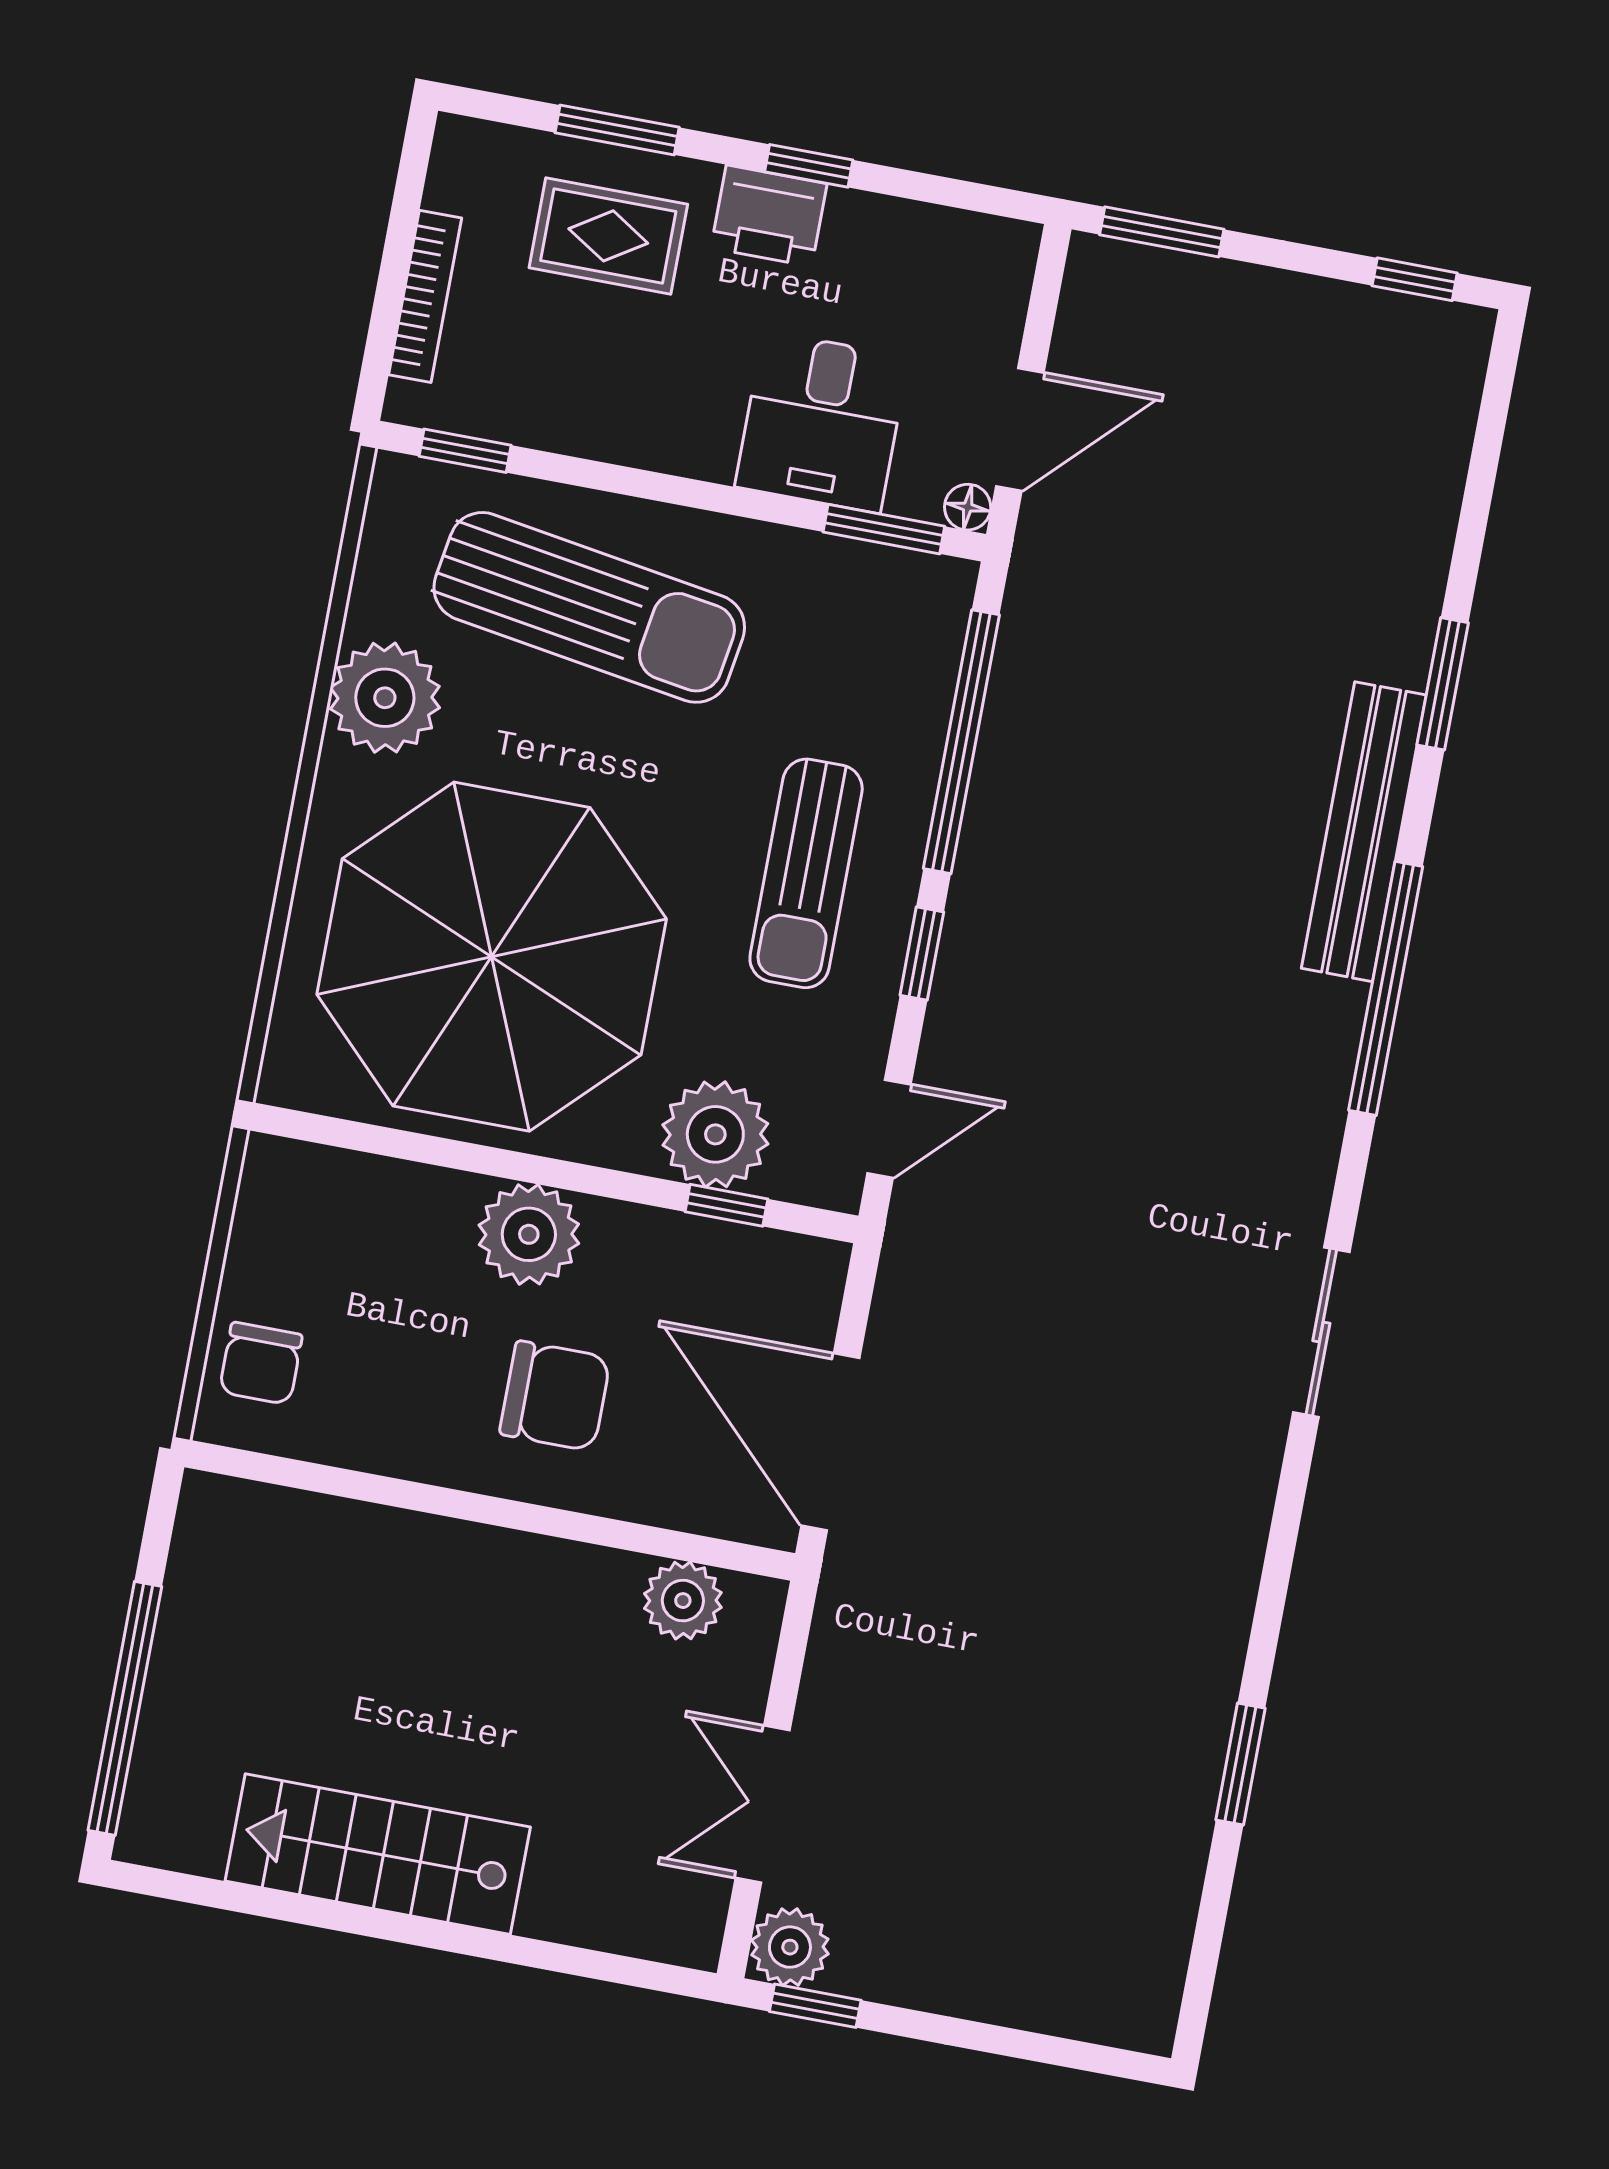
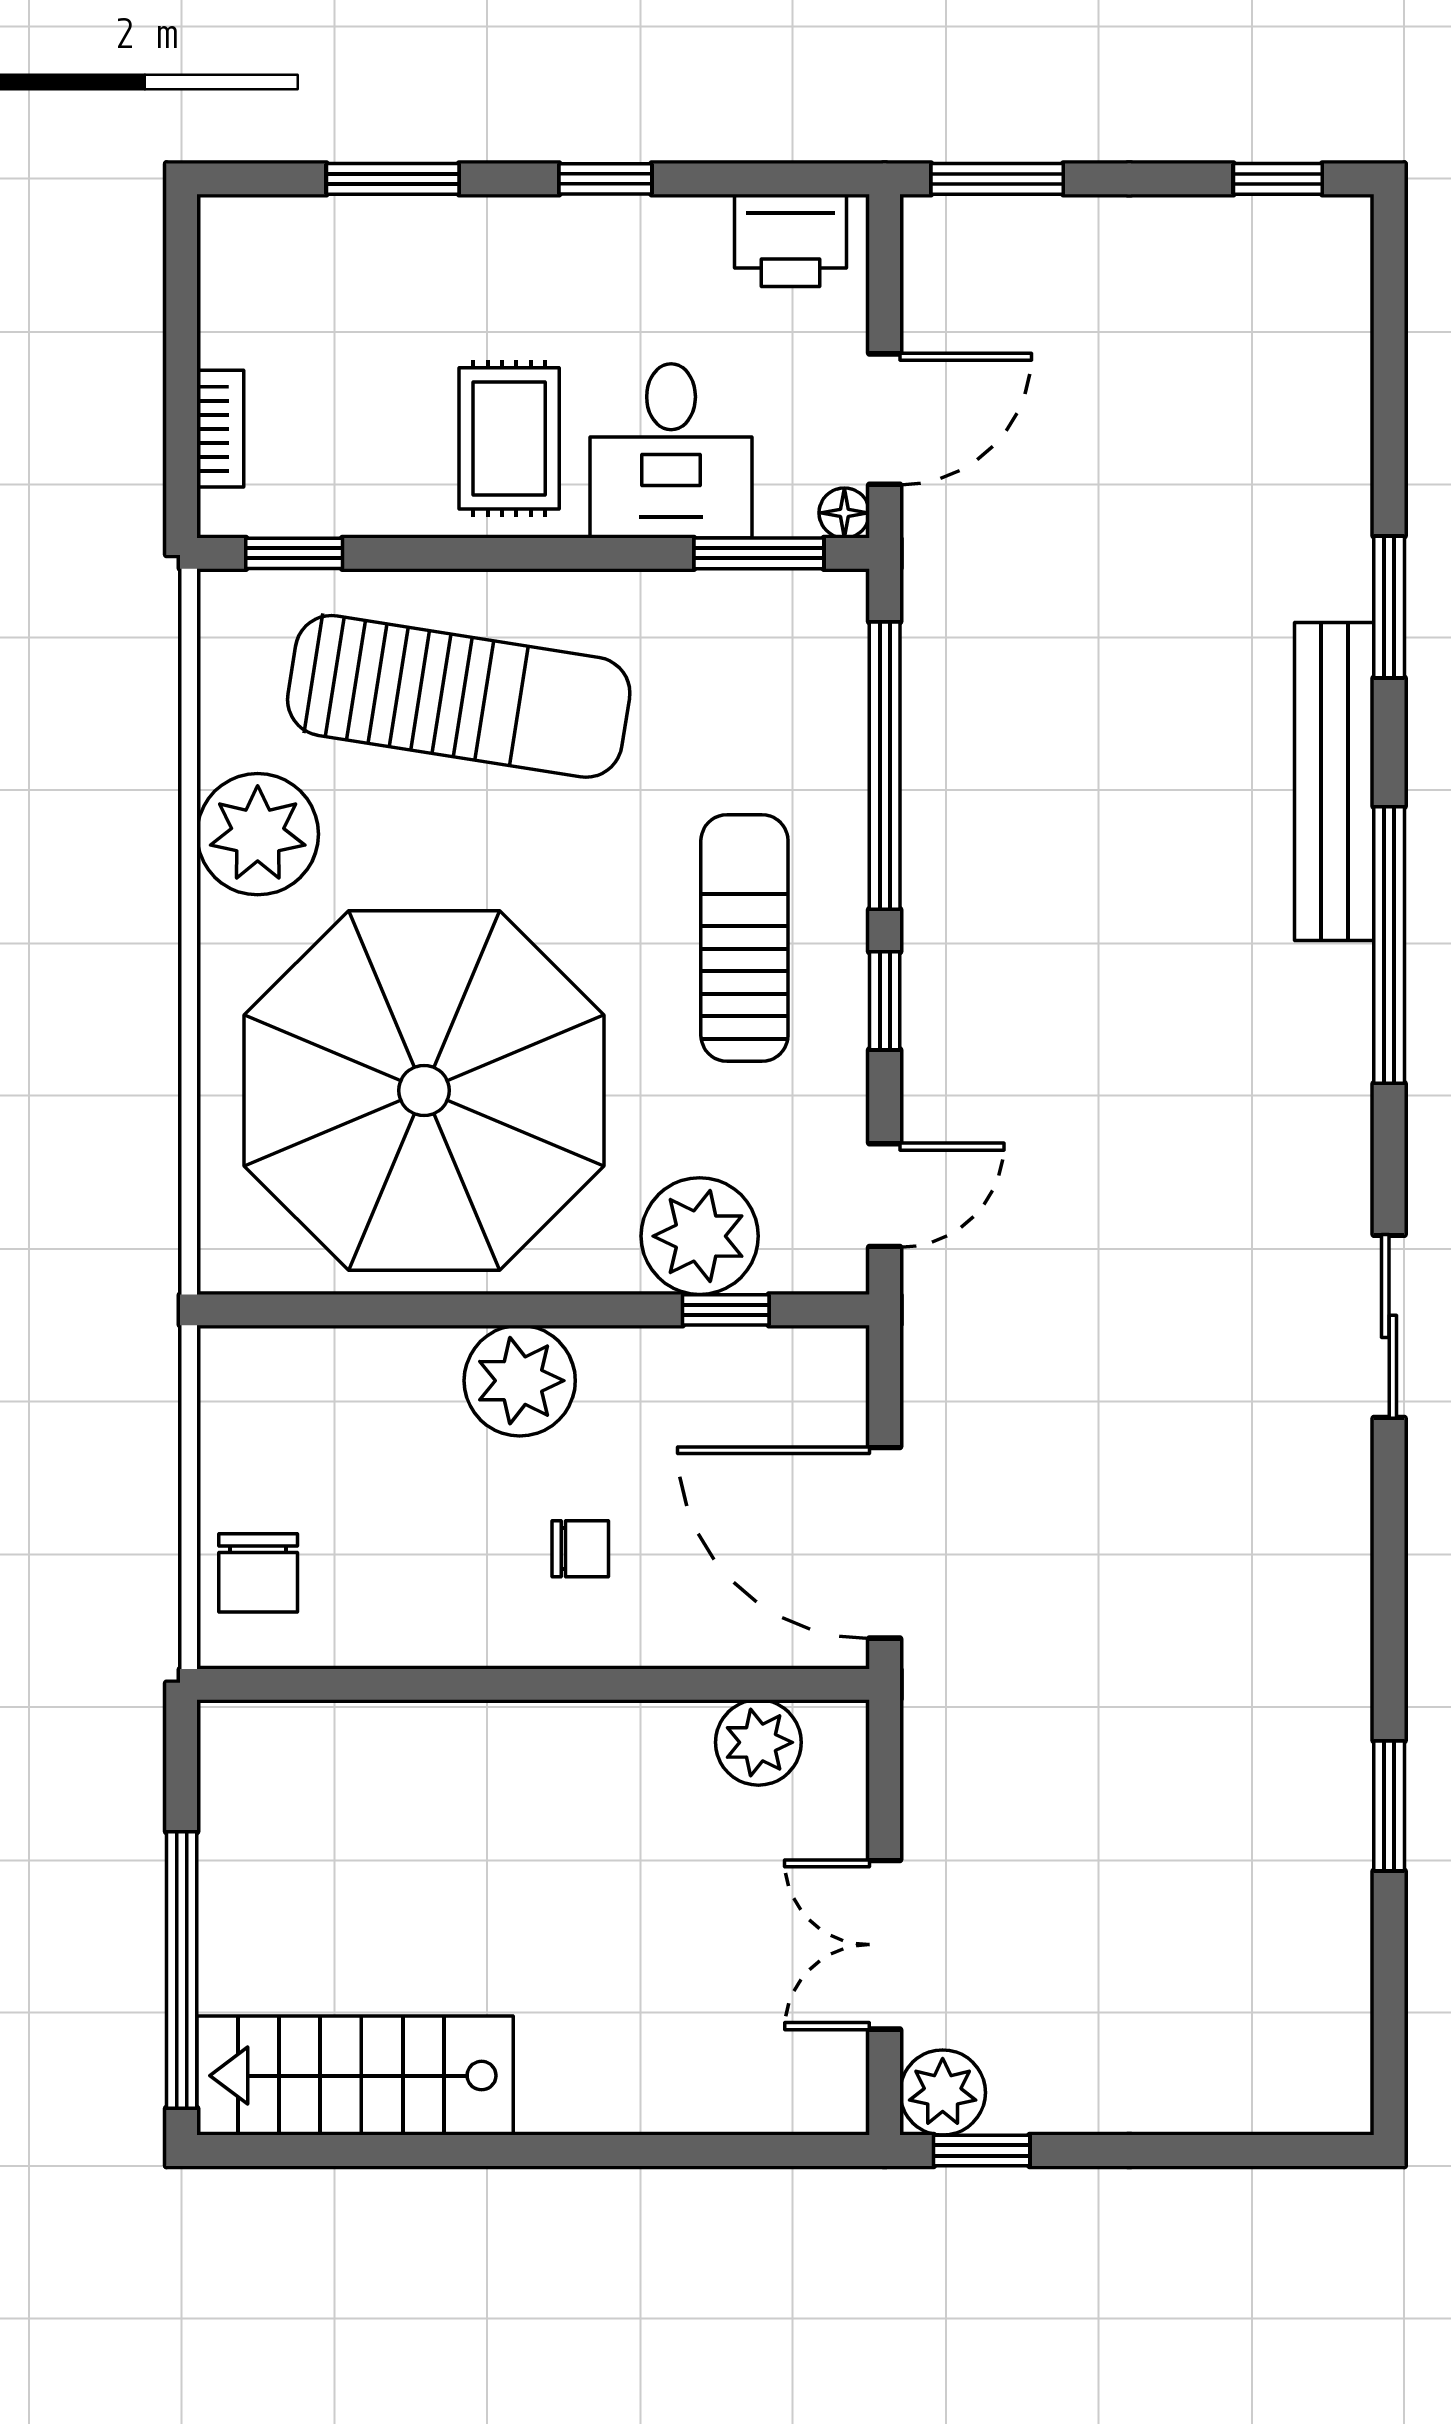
printer: (769, 216) -> (791, 240), moved
rug: (608, 236) -> (509, 438), moved, turned 90
bookcase: (425, 296) -> (220, 429), width x0.64
sun lounger: (806, 873) -> (744, 938), turned 180
chair: (555, 1396) -> (580, 1549), width x0.54, depth x0.54
stairs: (378, 1854) -> (355, 2076), moved

